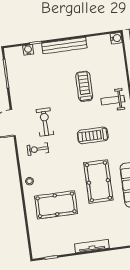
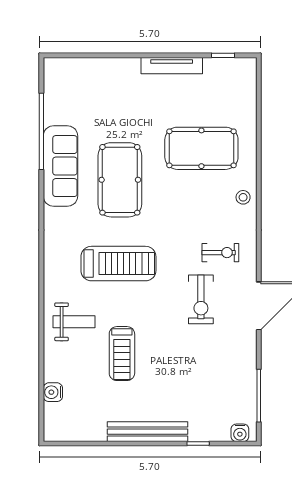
water cooler: (116, 38) -> (53, 392), moved
water cooler: (28, 50) -> (240, 433), moved
treadmill: (93, 135) -> (118, 264), width x1.37, depth x1.38
tv unit: (92, 246) -> (172, 66), moved

